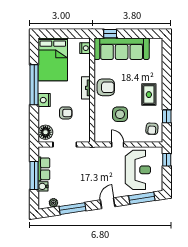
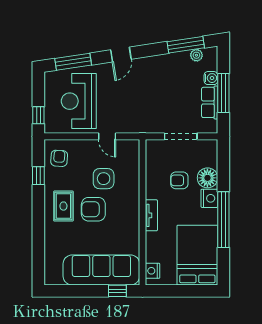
armchair: (106, 87) -> (93, 209), moved
floor lamp: (45, 132) -> (207, 178), moved
window: (72, 209) -> (186, 45), moved

